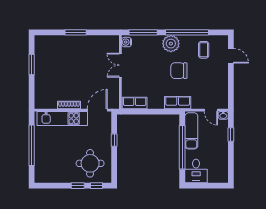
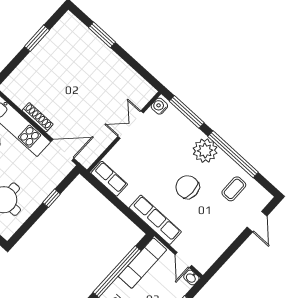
window: (76, 32) -> (102, 35), moved
row of seats: (178, 103) -> (155, 220), width x1.48

